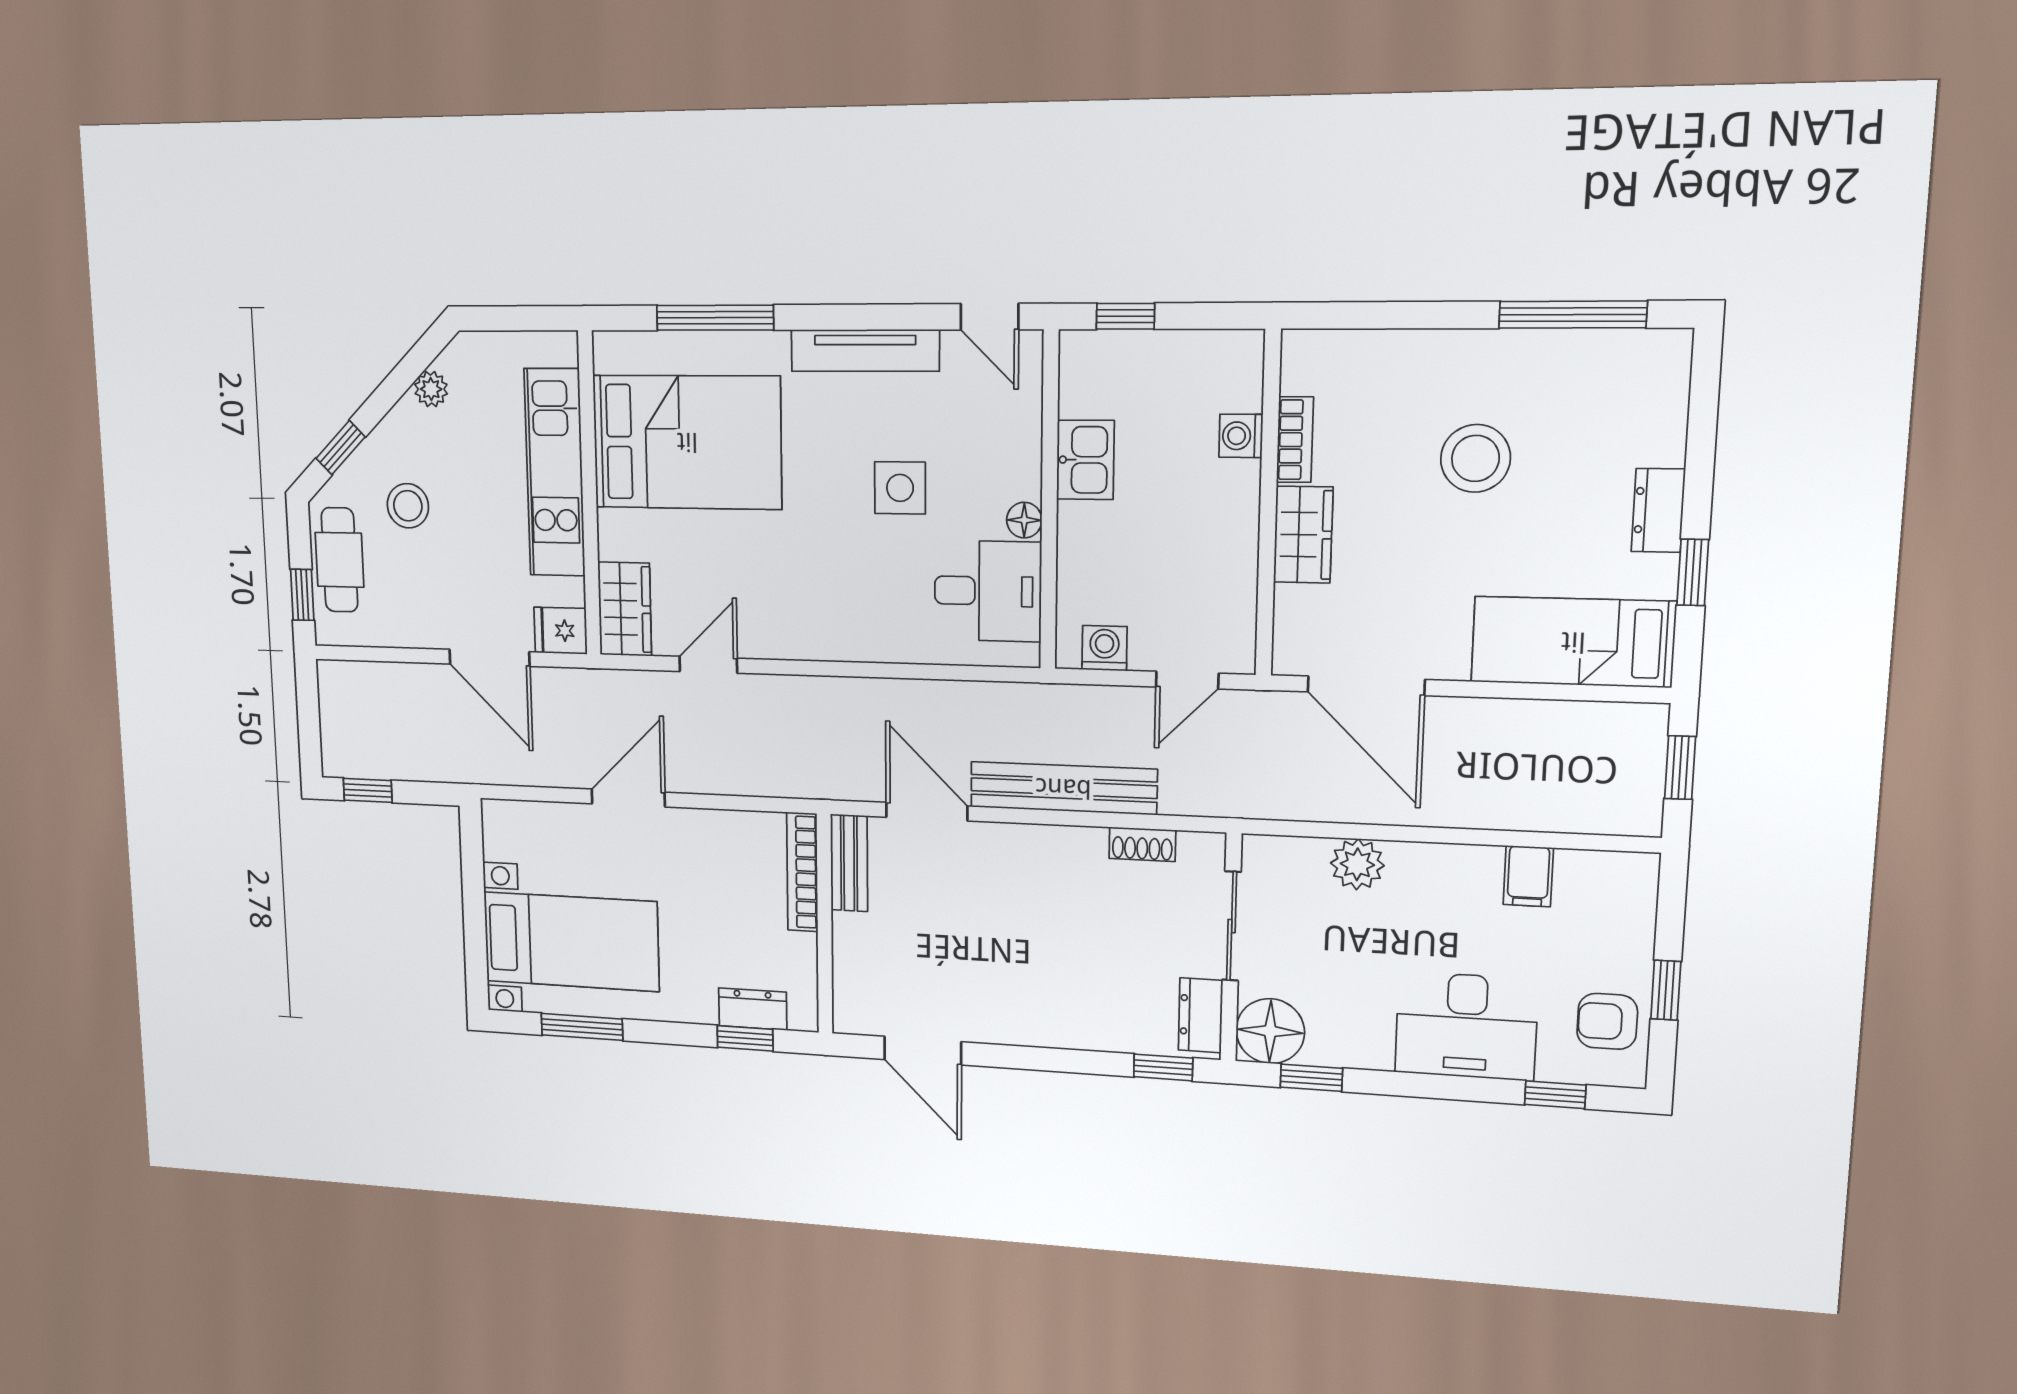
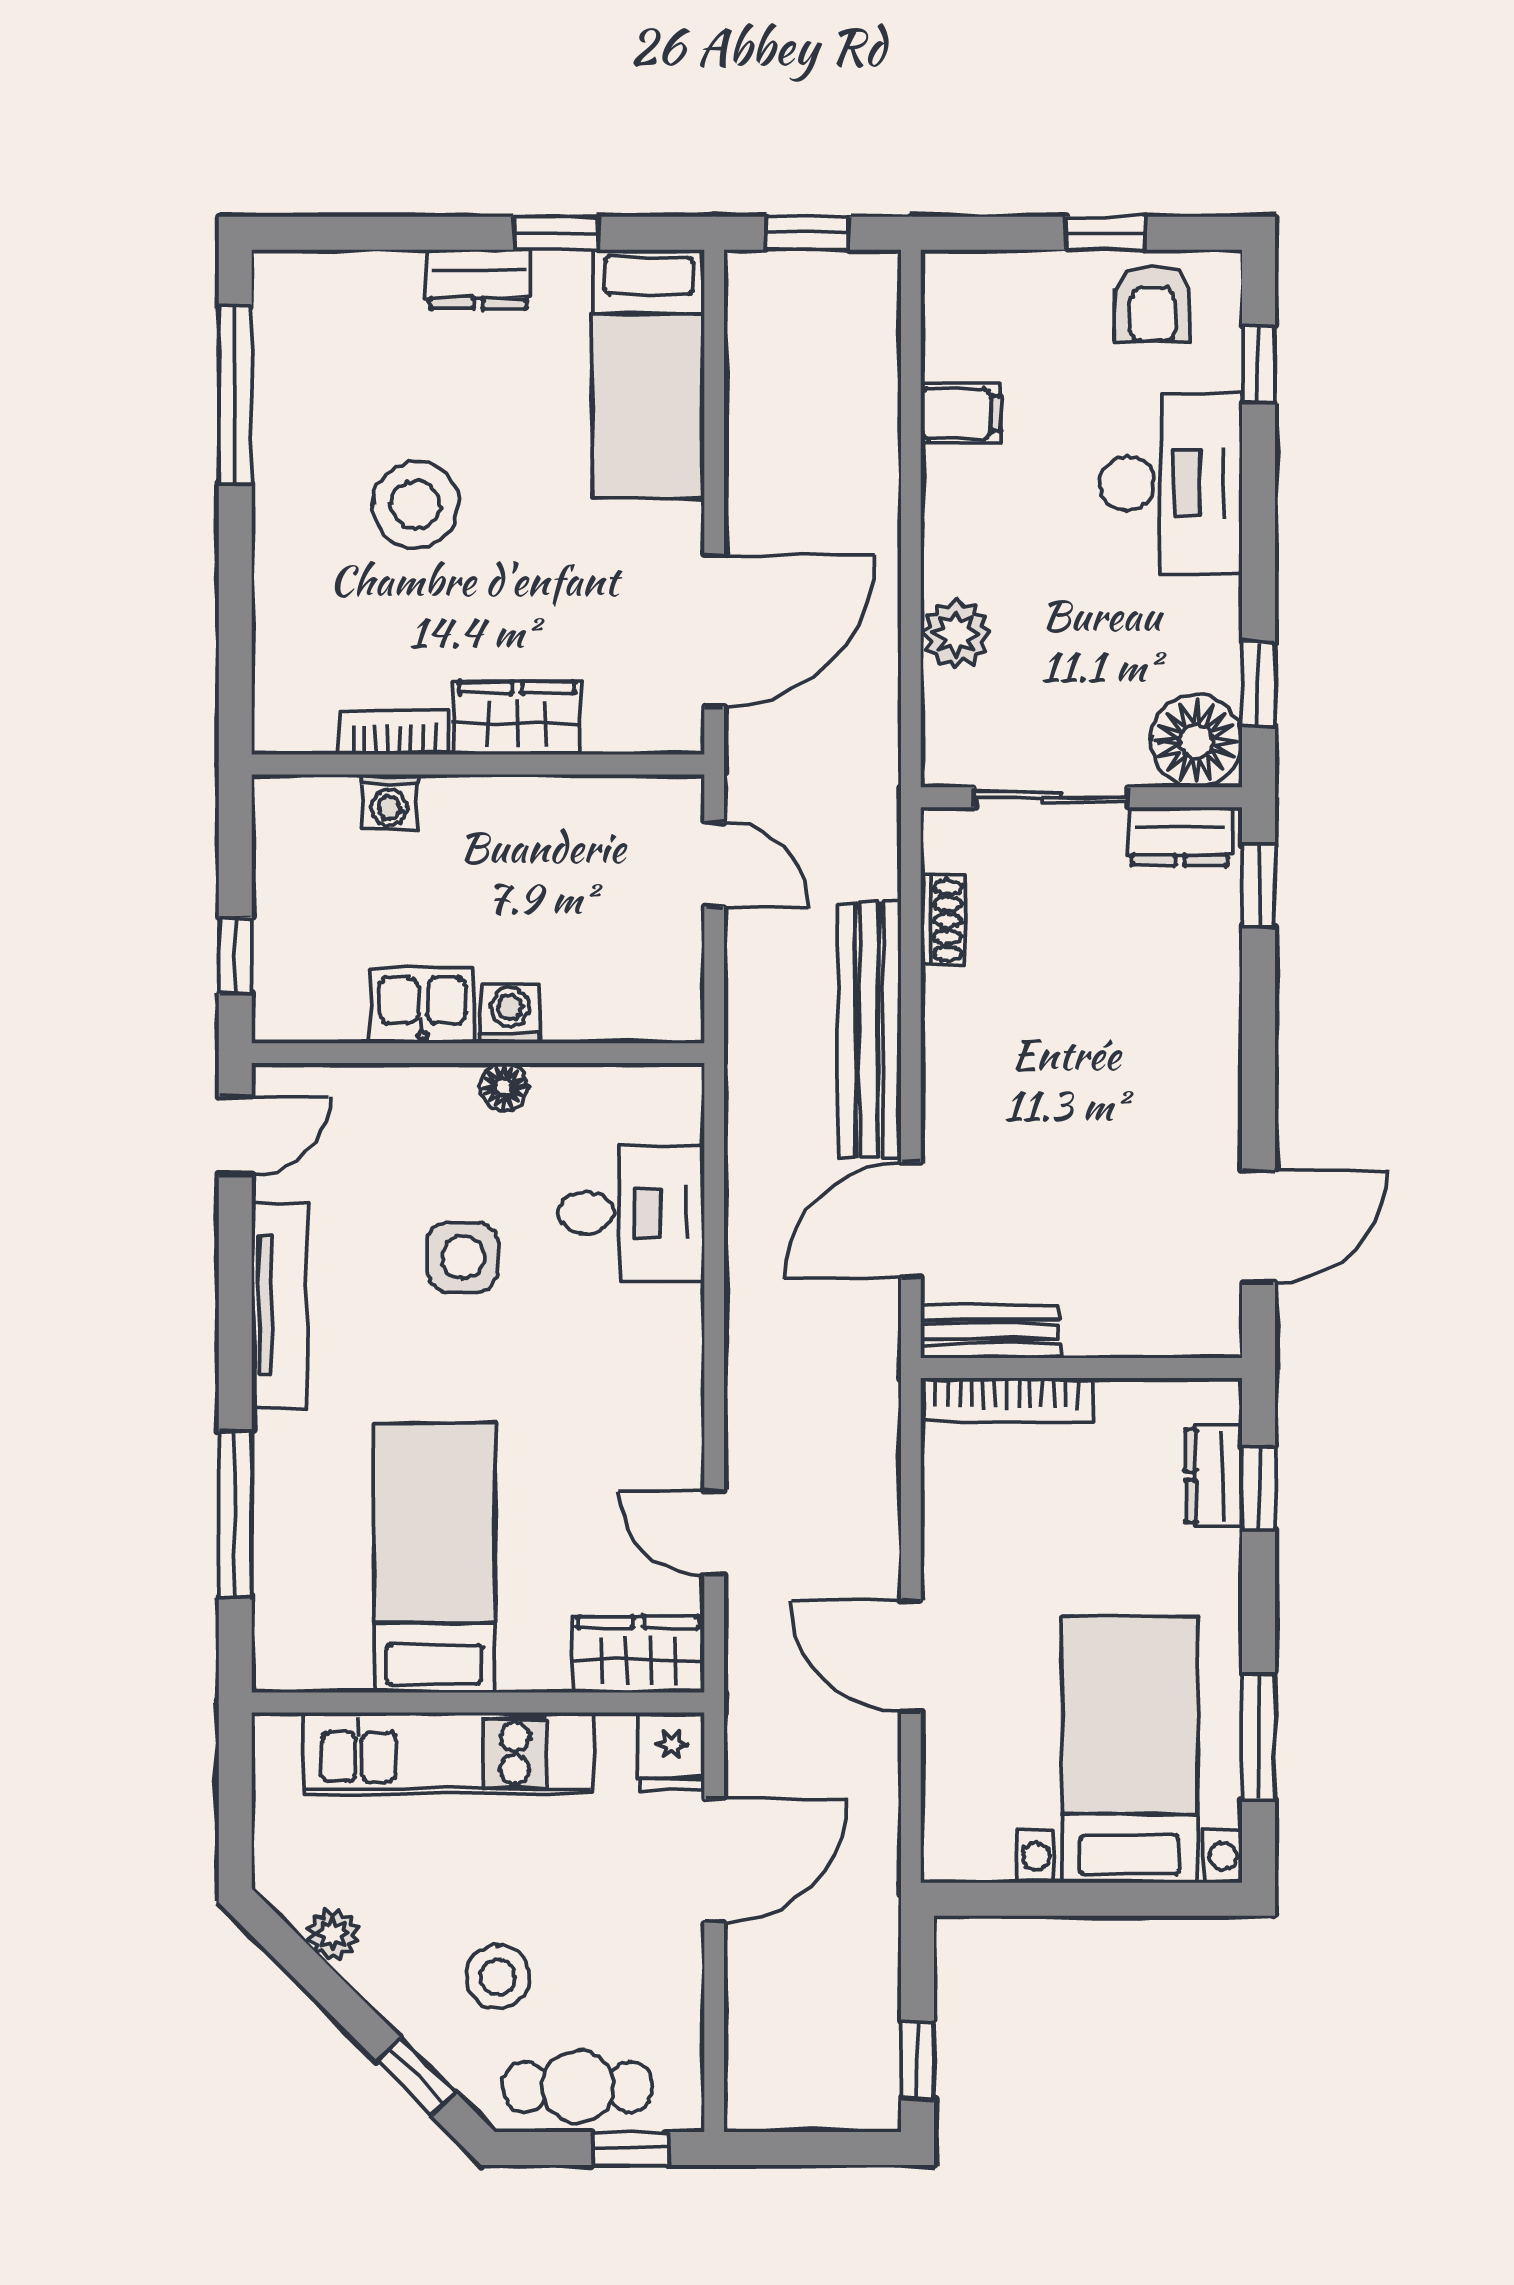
bed: (687, 442) -> (434, 1558), width x0.67
desk: (988, 591) -> (631, 1213), moved, turned 90
washing machine: (1104, 648) -> (510, 1013), moved, turned 90

